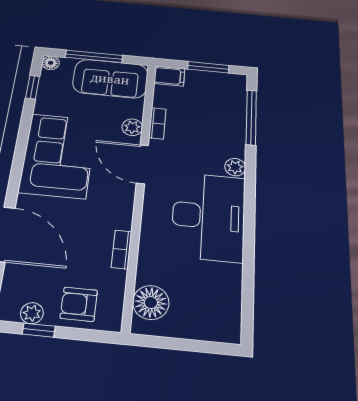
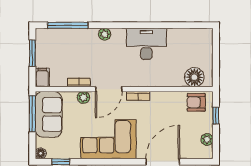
window: (94, 56) -> (32, 114), moved
desk: (208, 216) -> (146, 44), width x0.73, depth x0.77
bookcase: (122, 249) -> (138, 96), moved
armchair: (79, 304) -> (196, 102), moved, turned 90
window: (39, 330) -> (216, 116), moved

